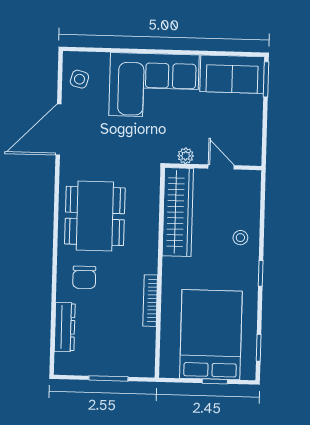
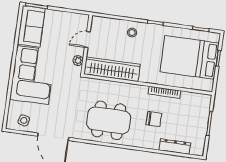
chair: (84, 277) -> (154, 119), moved

